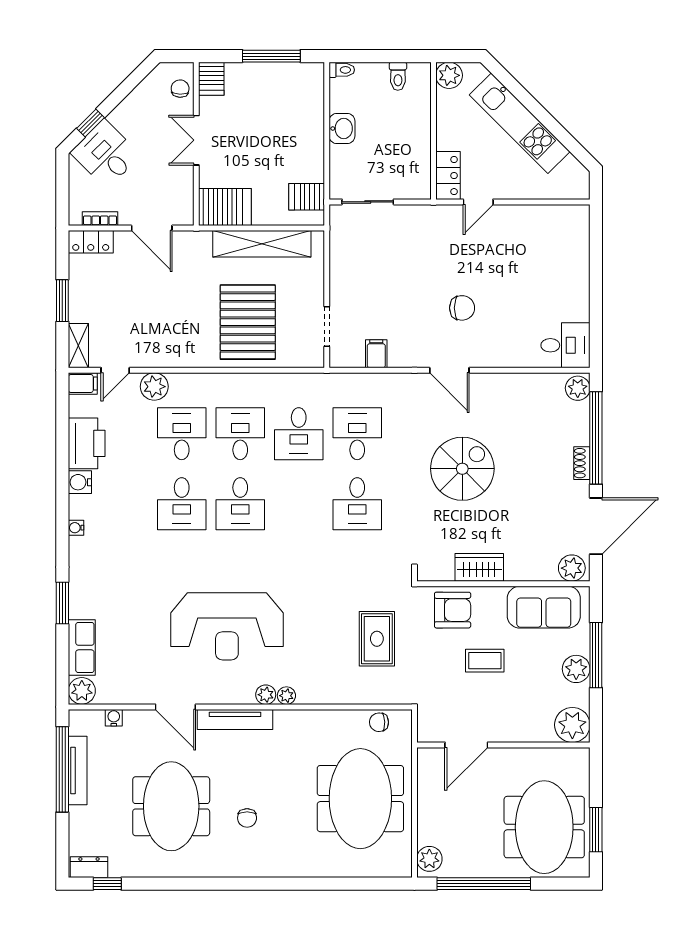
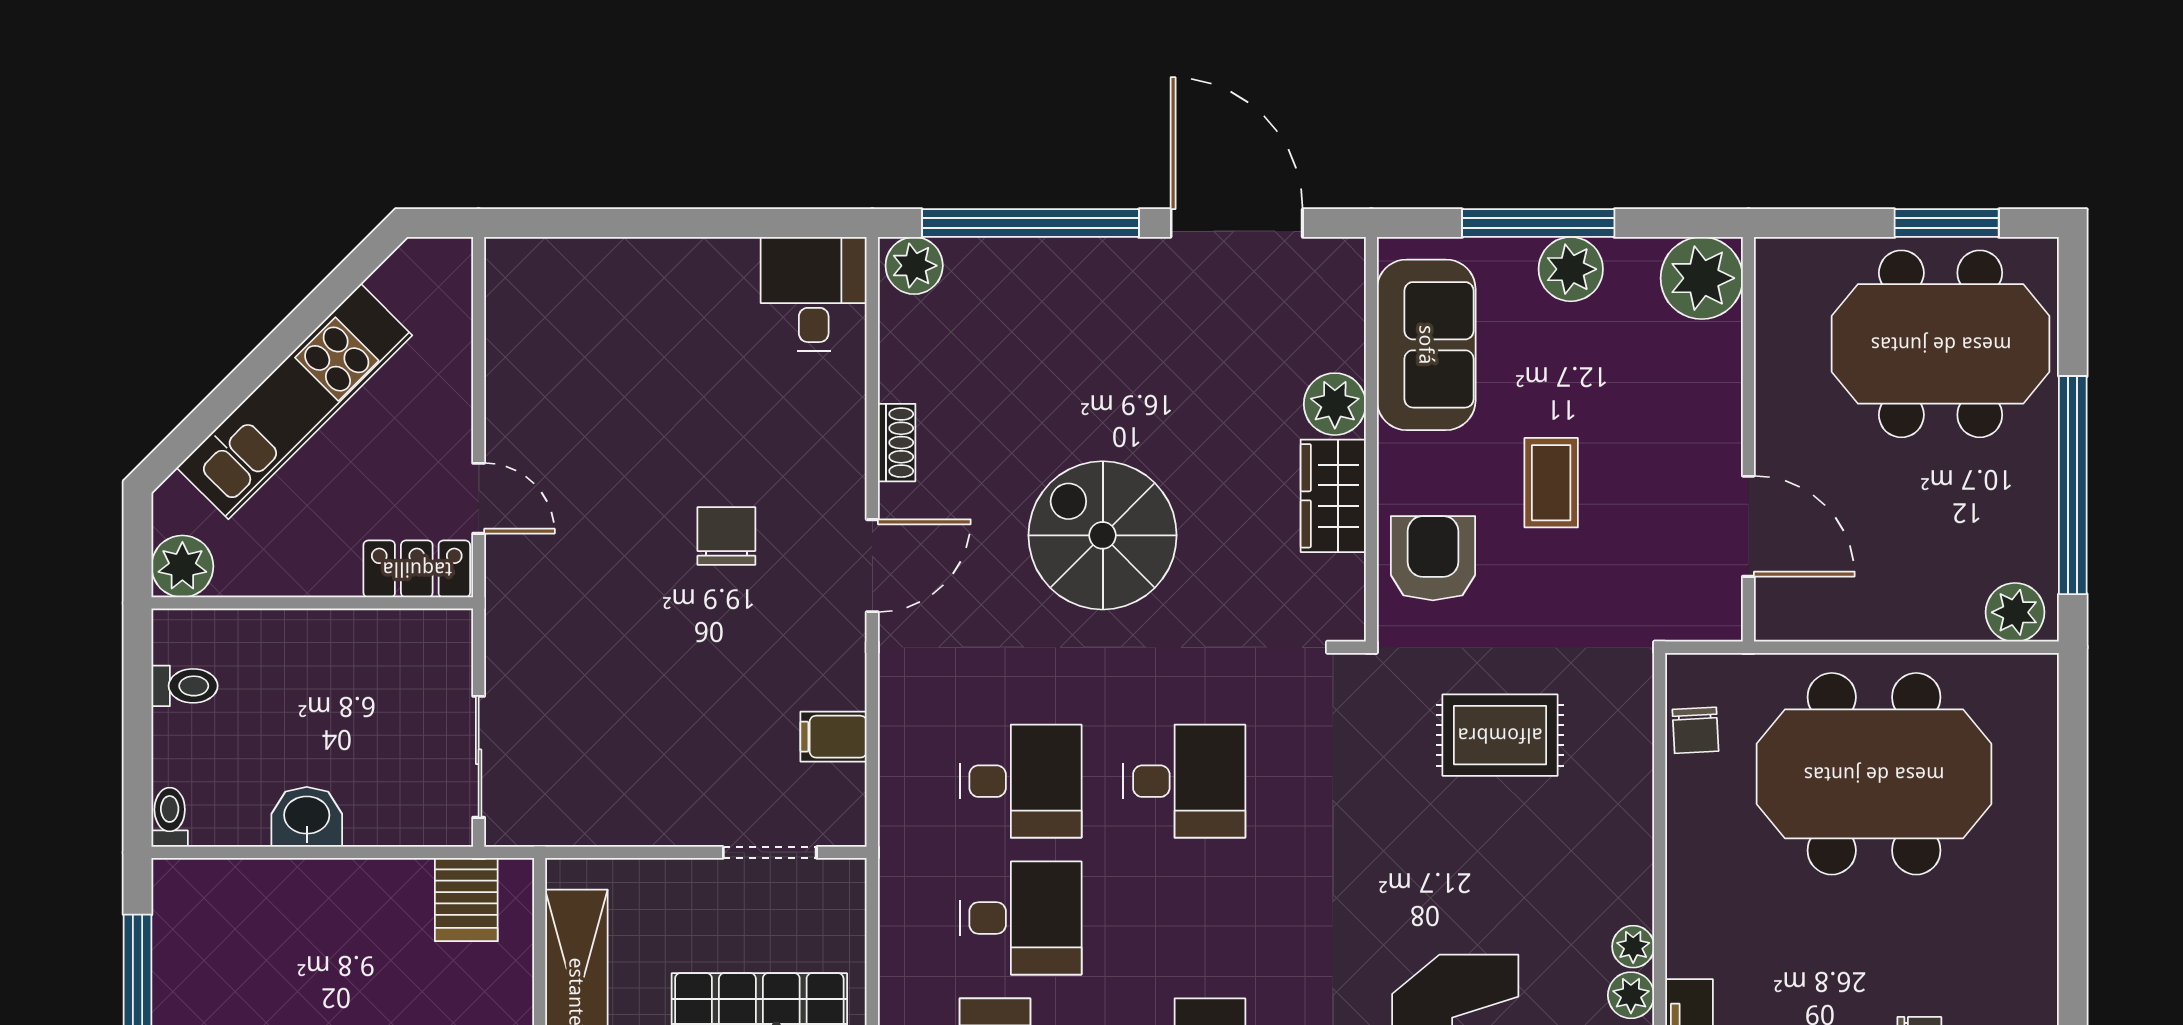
desk: (357, 434) -> (1021, 781), turned 180
shoe rack: (582, 463) -> (897, 443), moved, turned -90
plant: (572, 568) -> (1335, 404), moved

